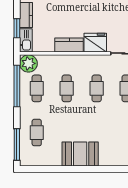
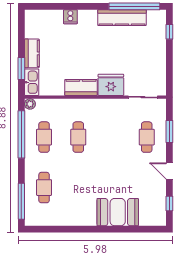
plant: (28, 63) -> (30, 104), width x0.53, depth x0.53
cafe table: (97, 88) -> (112, 137), removed
booth: (80, 154) -> (118, 212), moved

